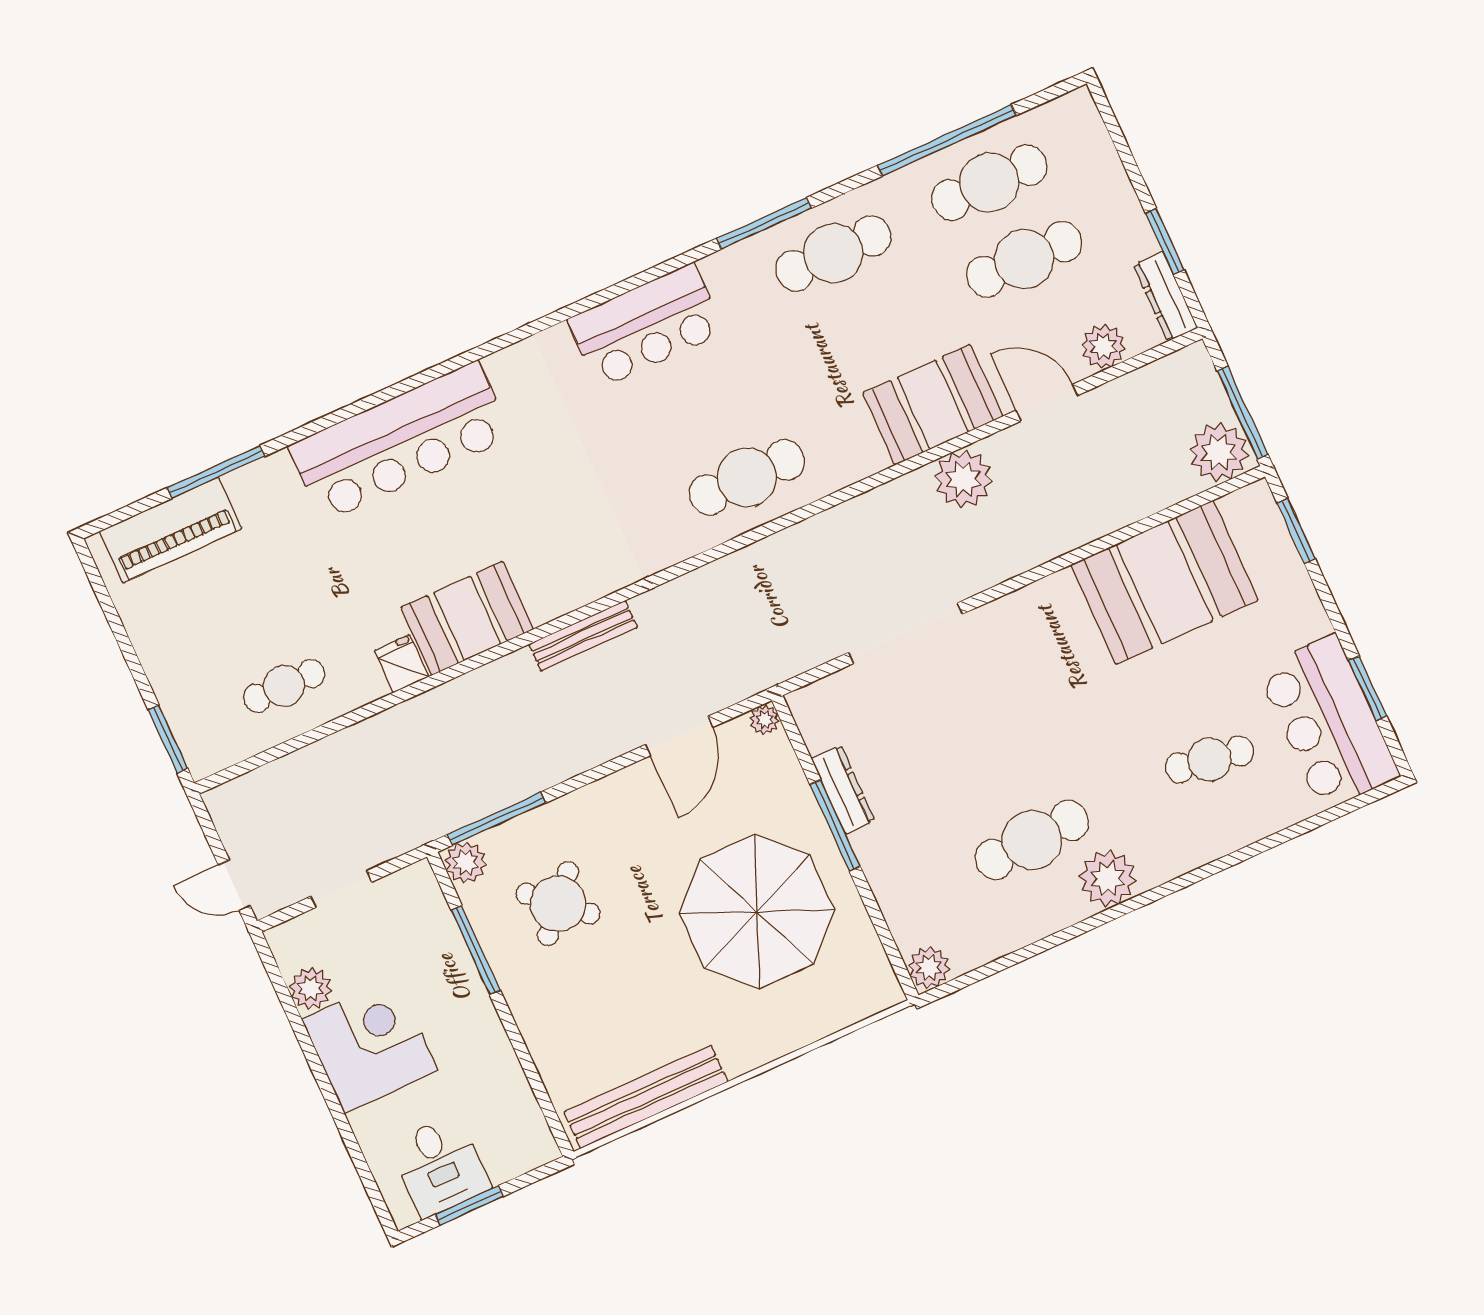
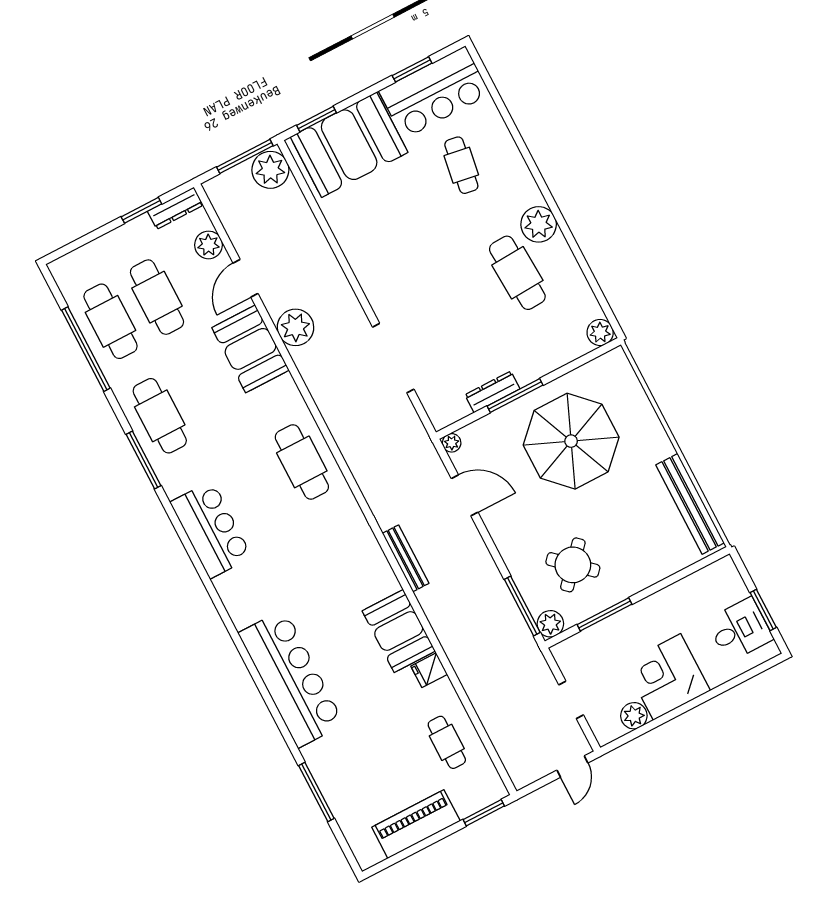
piano: (171, 530) -> (416, 824), moved, turned -90
booth: (1164, 582) -> (349, 145), moved, turned 90

